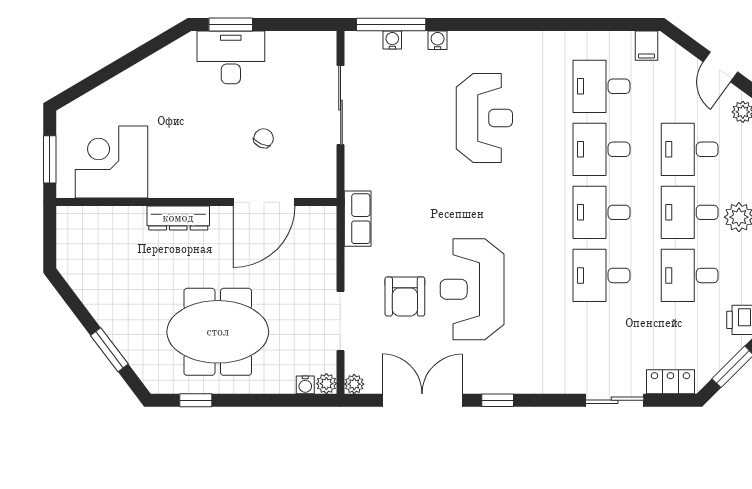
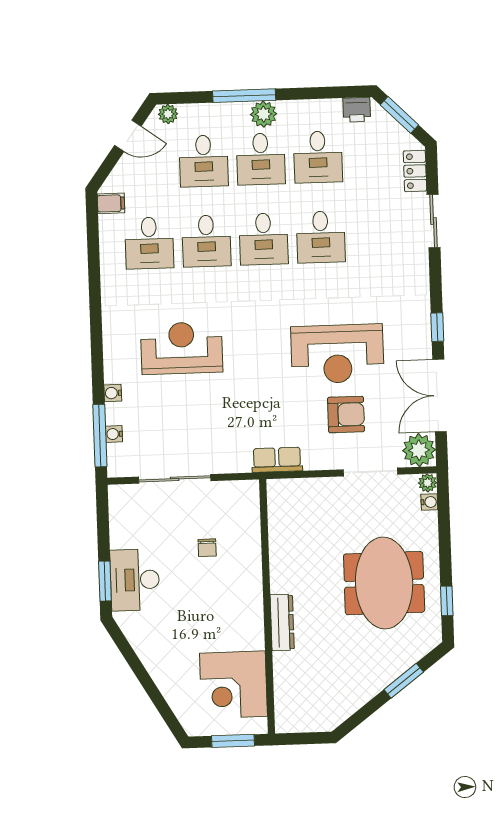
chair: (264, 138) -> (207, 548), turned -114
door: (264, 202) -> (265, 545), removed
plant: (354, 384) -> (419, 450), width x1.88, depth x1.88

